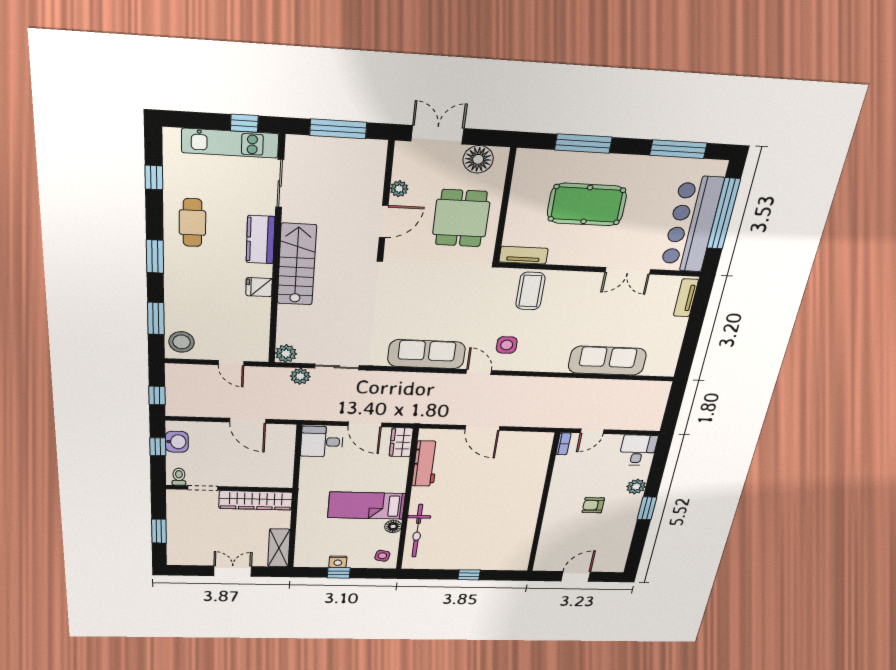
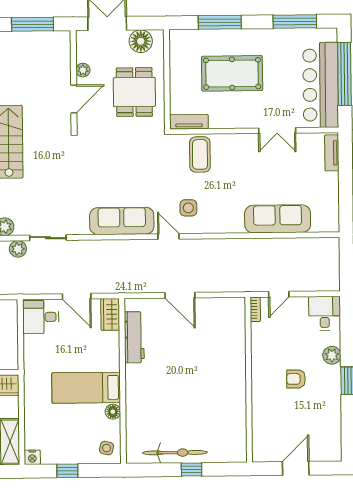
bicycle: (417, 531) -> (175, 453), moved, turned -90
nightstand: (338, 562) -> (32, 457), moved

